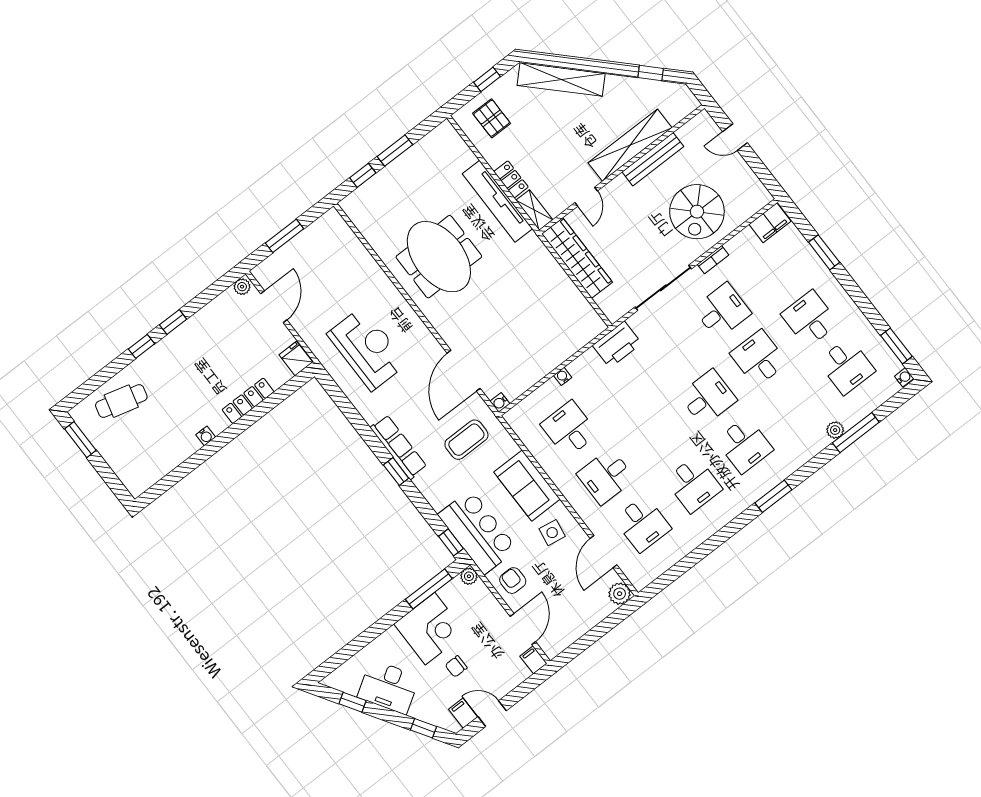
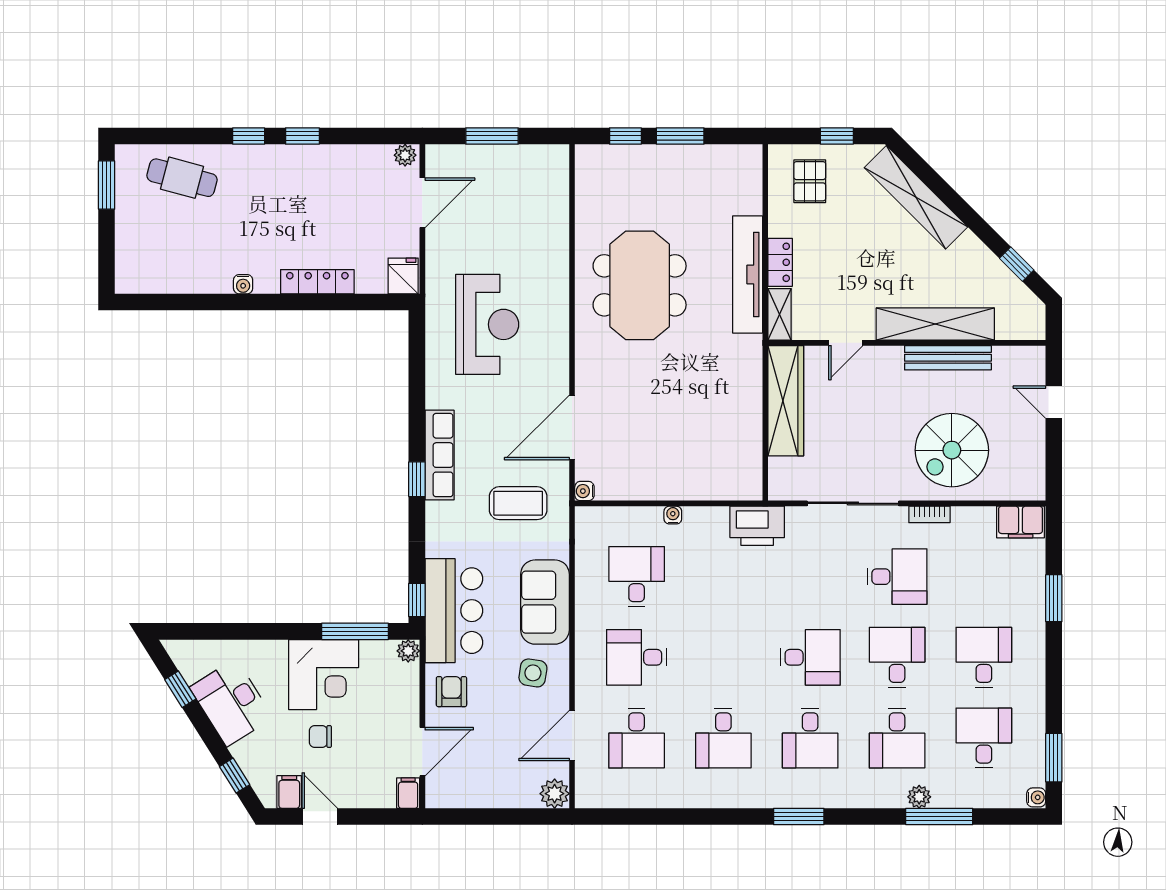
desk: (846, 366) -> (984, 738), turned 180
desk: (795, 406) -> (897, 738), added

